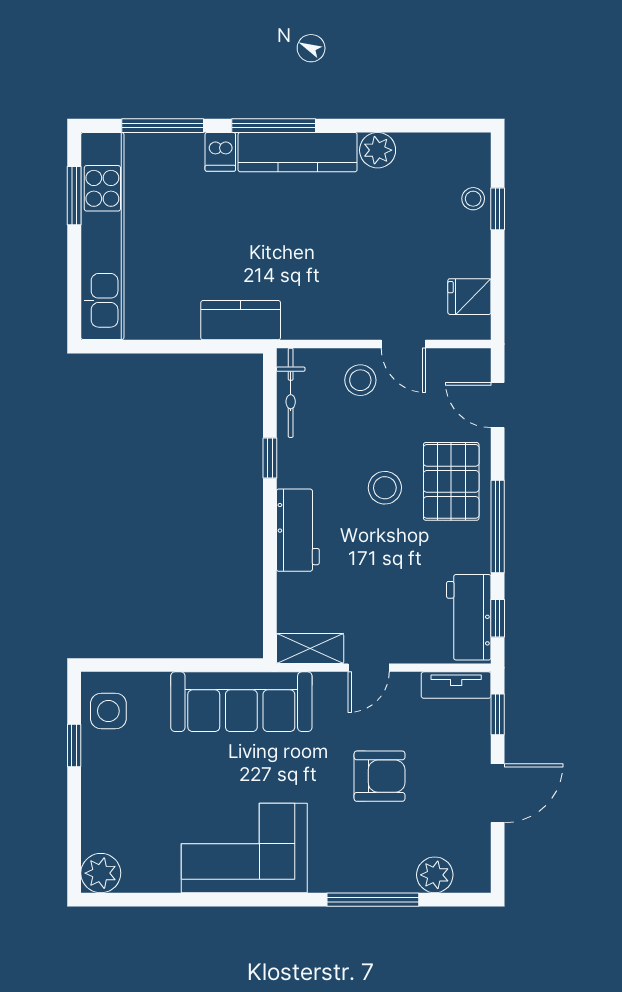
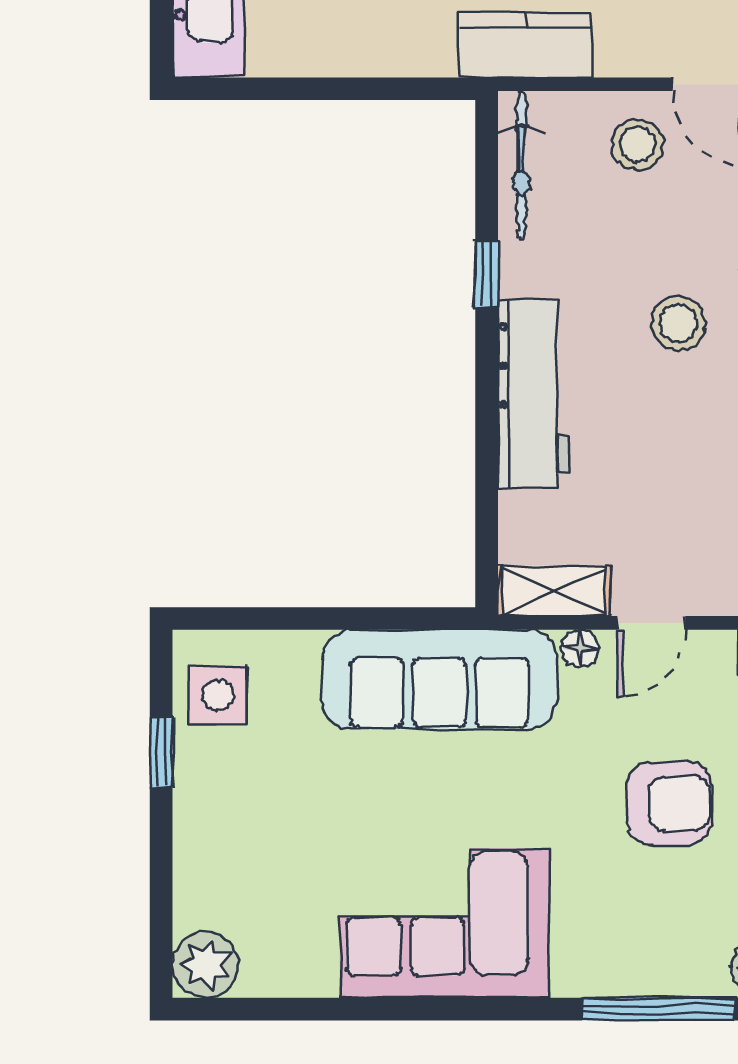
kitchen counter: (241, 320) -> (525, 45), moved
workbench: (298, 530) -> (533, 394), width x1.37
floor lamp: (326, 683) -> (580, 649), added

